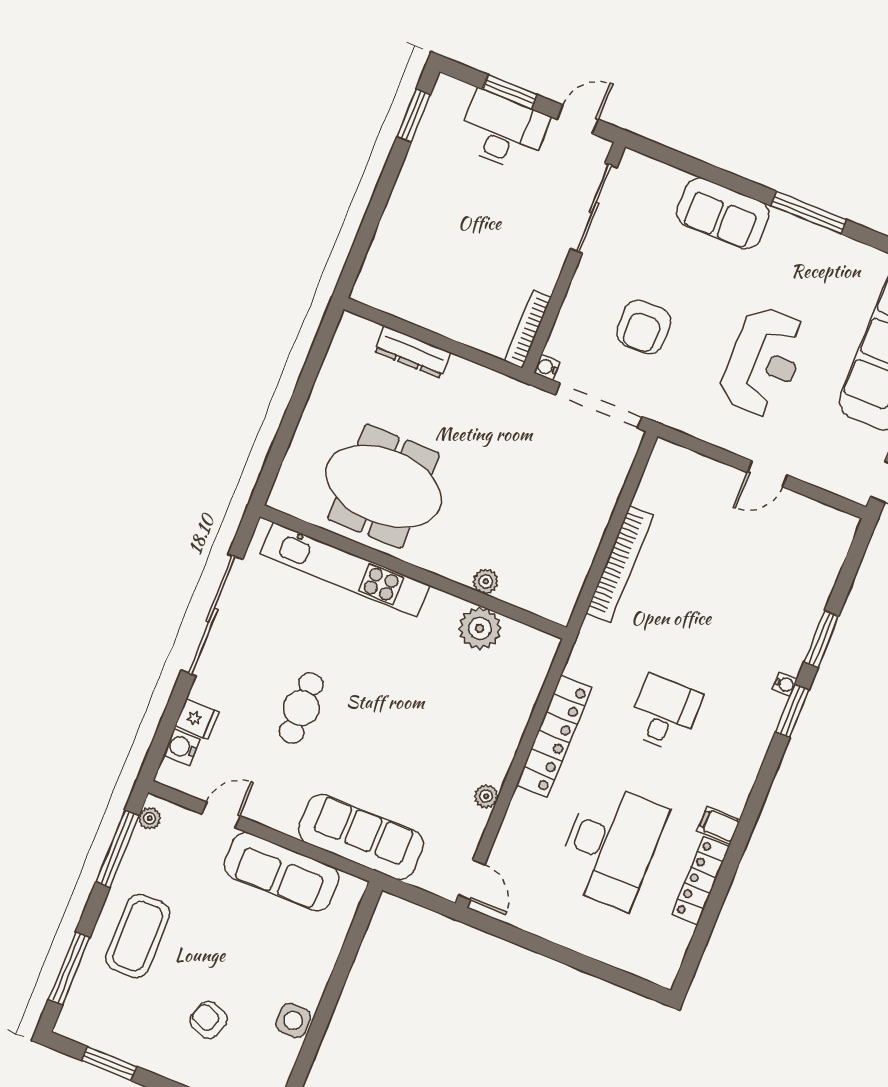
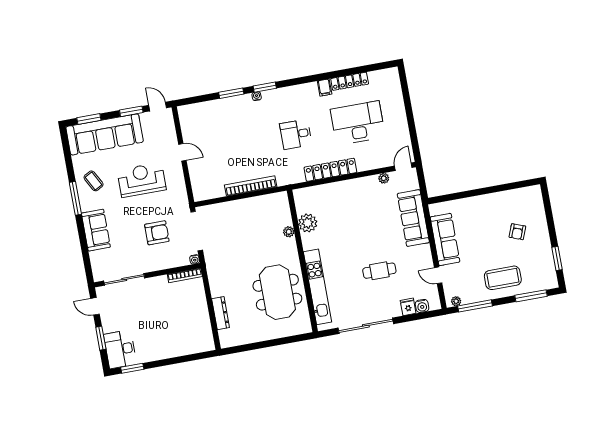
desk: (503, 131) -> (120, 349), moved
coffee table: (820, 269) -> (94, 181), added
plant: (486, 796) -> (384, 178), moved
side table: (293, 1021) -> (498, 200), removed

